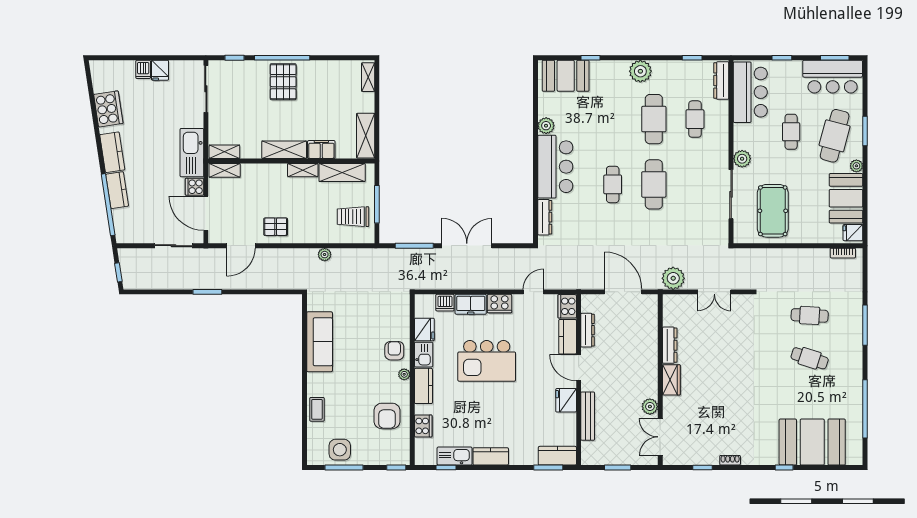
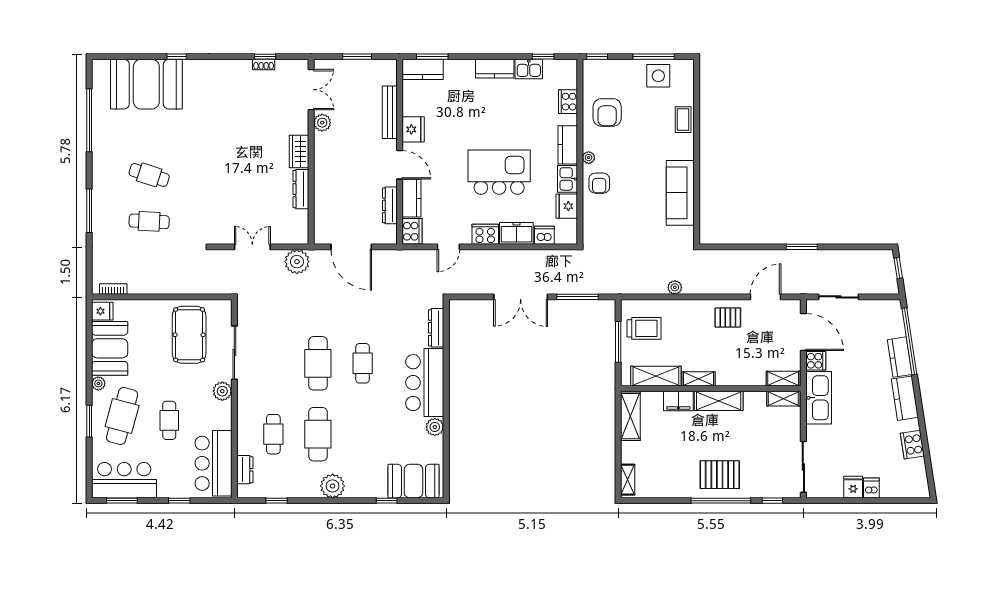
dresser: (721, 81) -> (245, 470), width x0.70
pallet: (283, 82) -> (720, 475), turned 90
cooker: (108, 109) -> (912, 445), width x0.73, depth x0.76
armchair: (387, 416) -> (607, 112), turned 180
kitchen sink: (455, 456) -> (529, 69), width x0.73
shoe rack: (730, 460) -> (264, 64), moved

